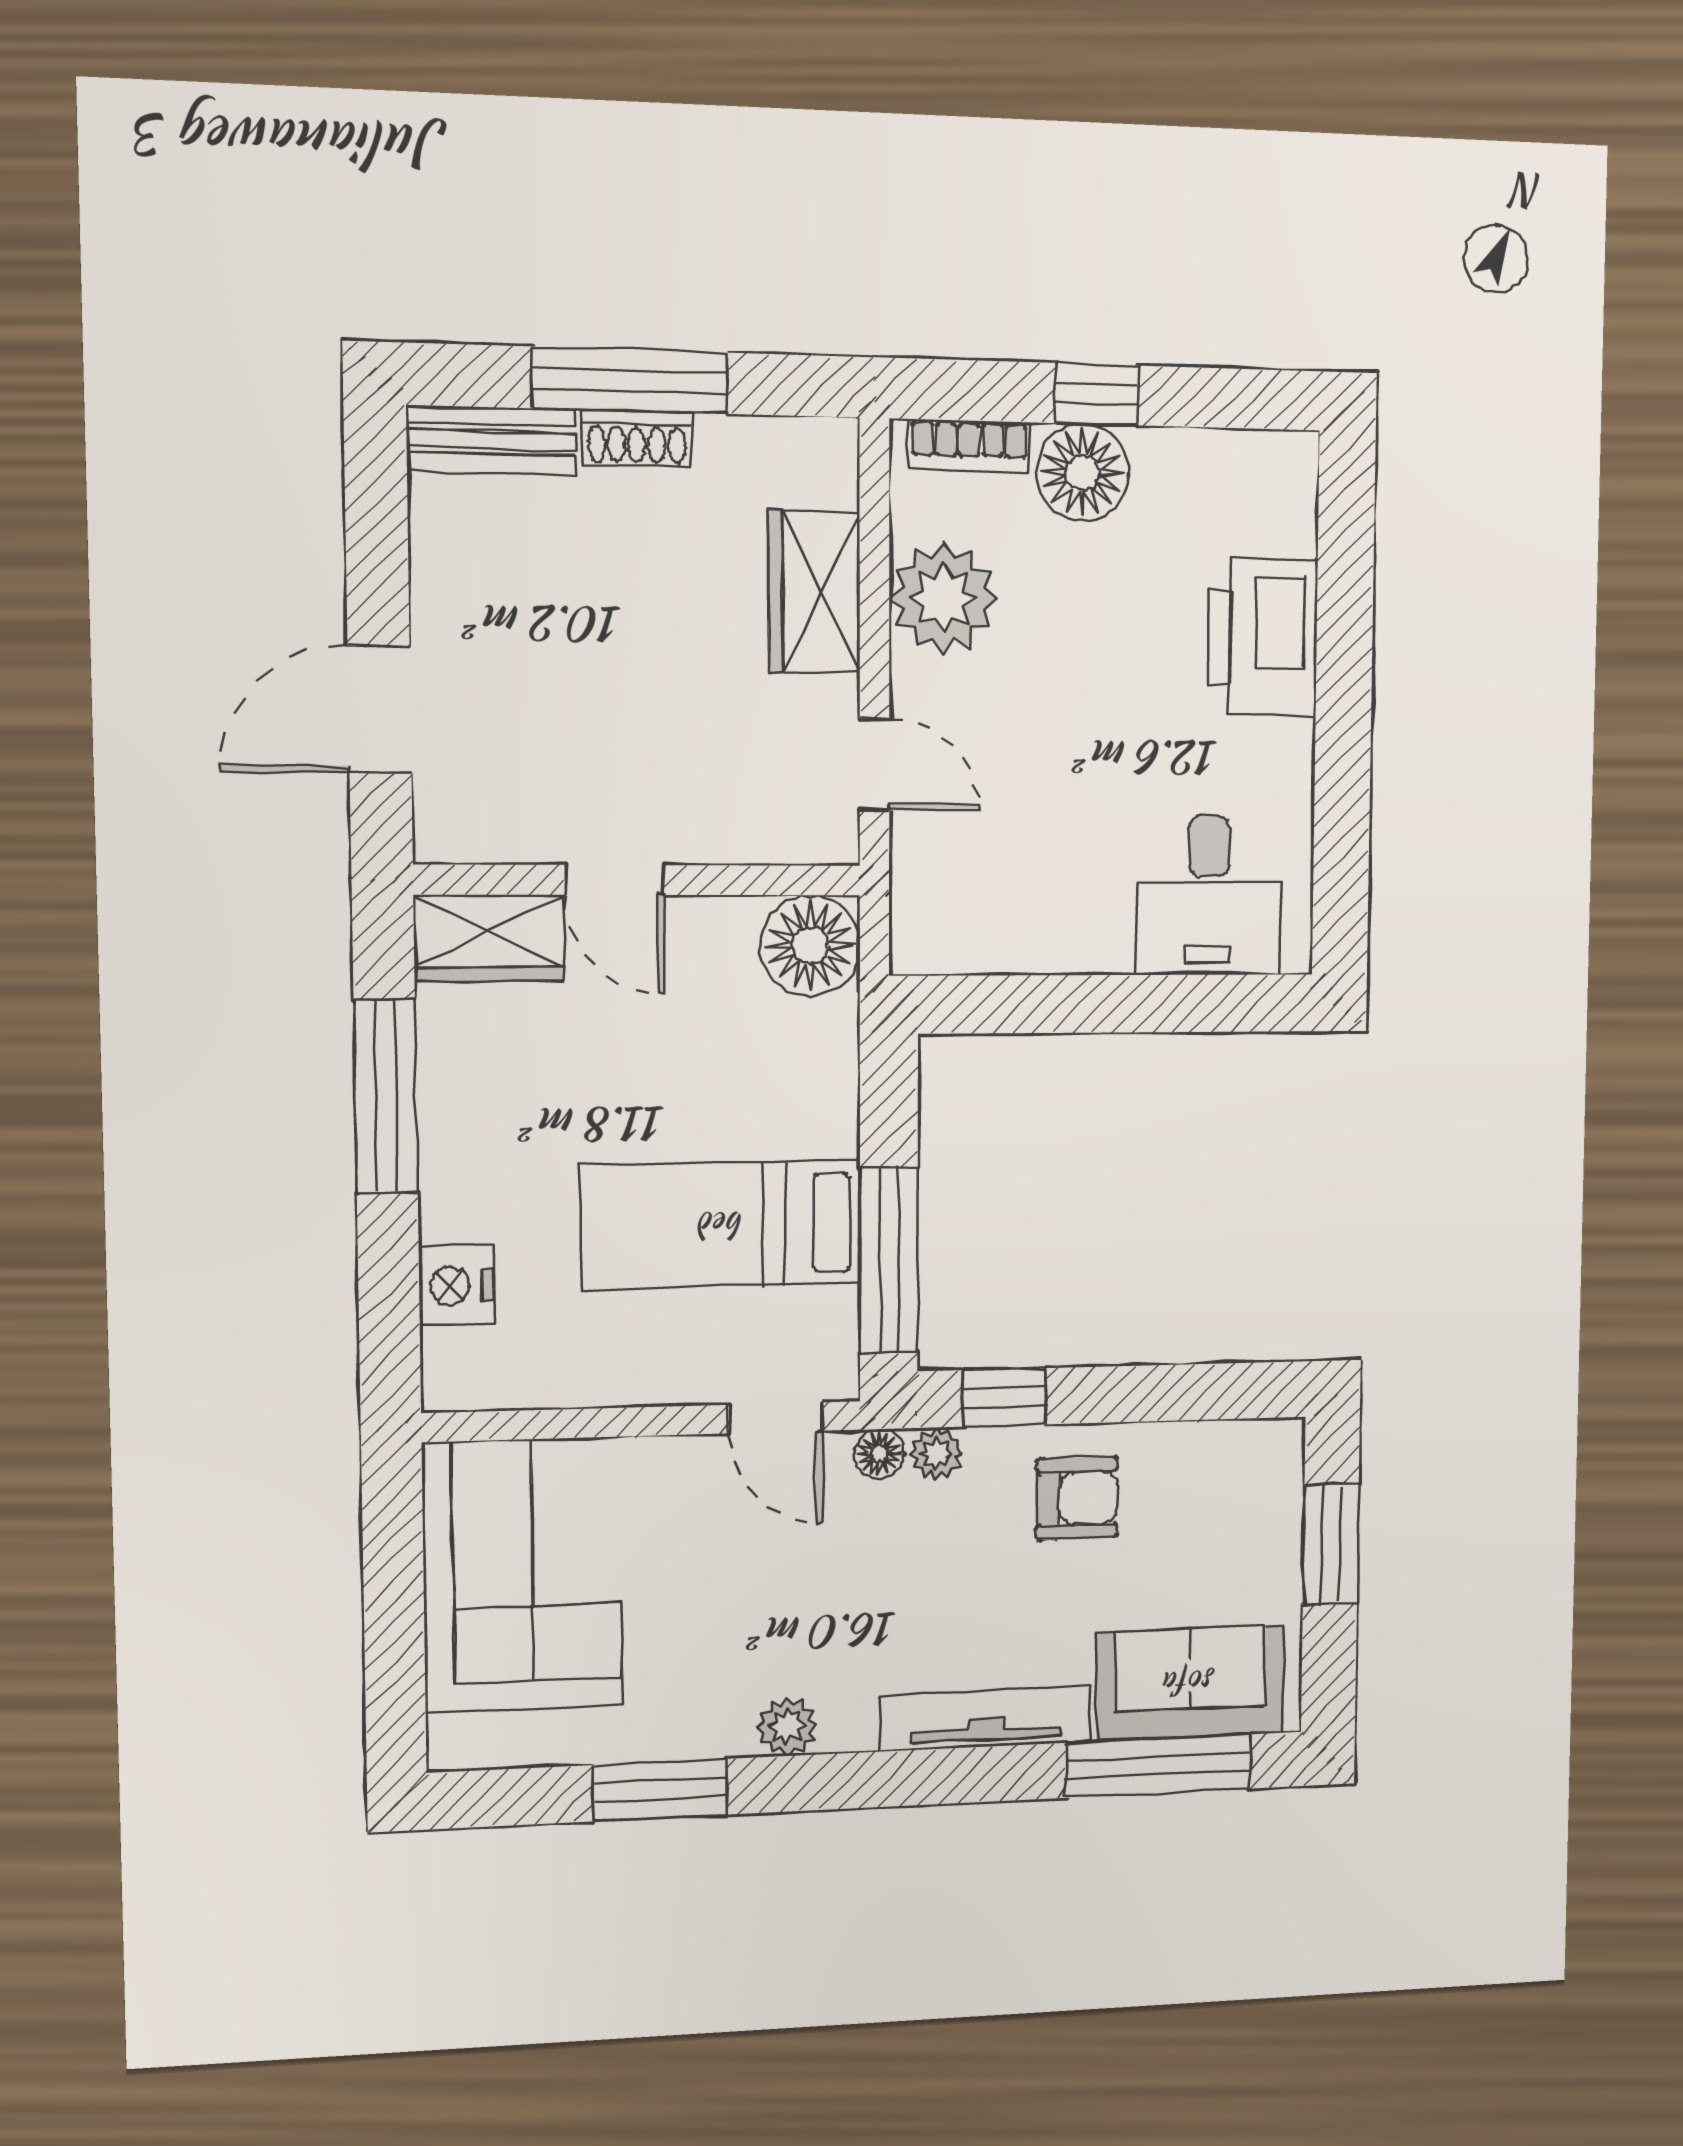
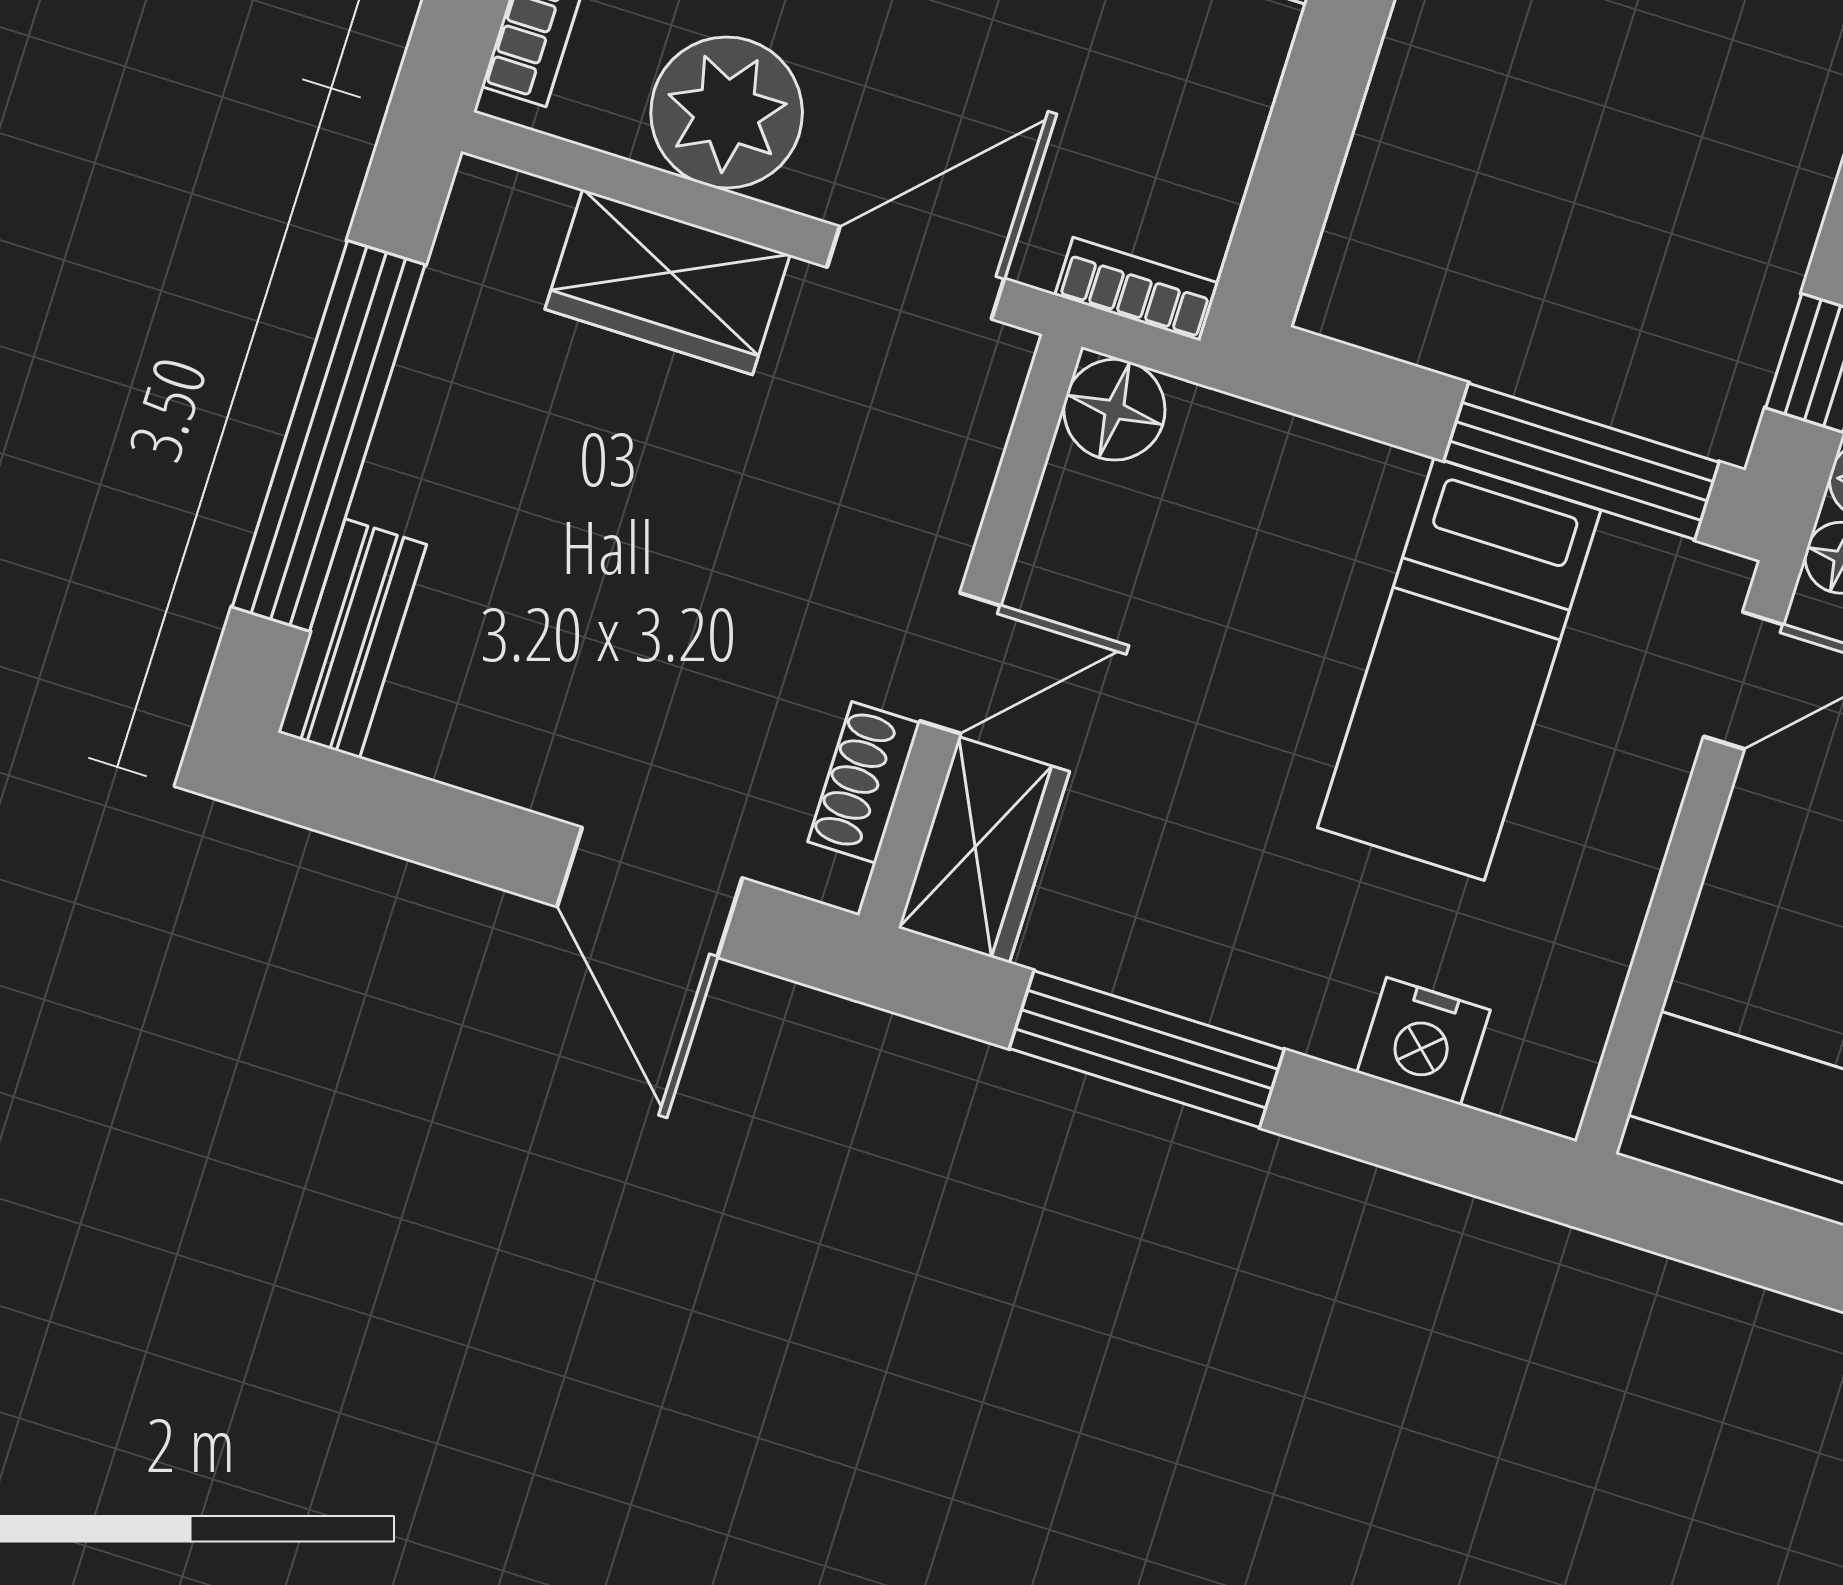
window: (630, 380) -> (329, 436), width x1.46
shoe rack: (637, 438) -> (864, 782), moved, turned 180
door: (874, 764) -> (916, 273), width x1.38
bookcase: (911, 921) -> (1137, 289), added
floor lamp: (810, 945) -> (1114, 410), width x0.73, depth x0.73

